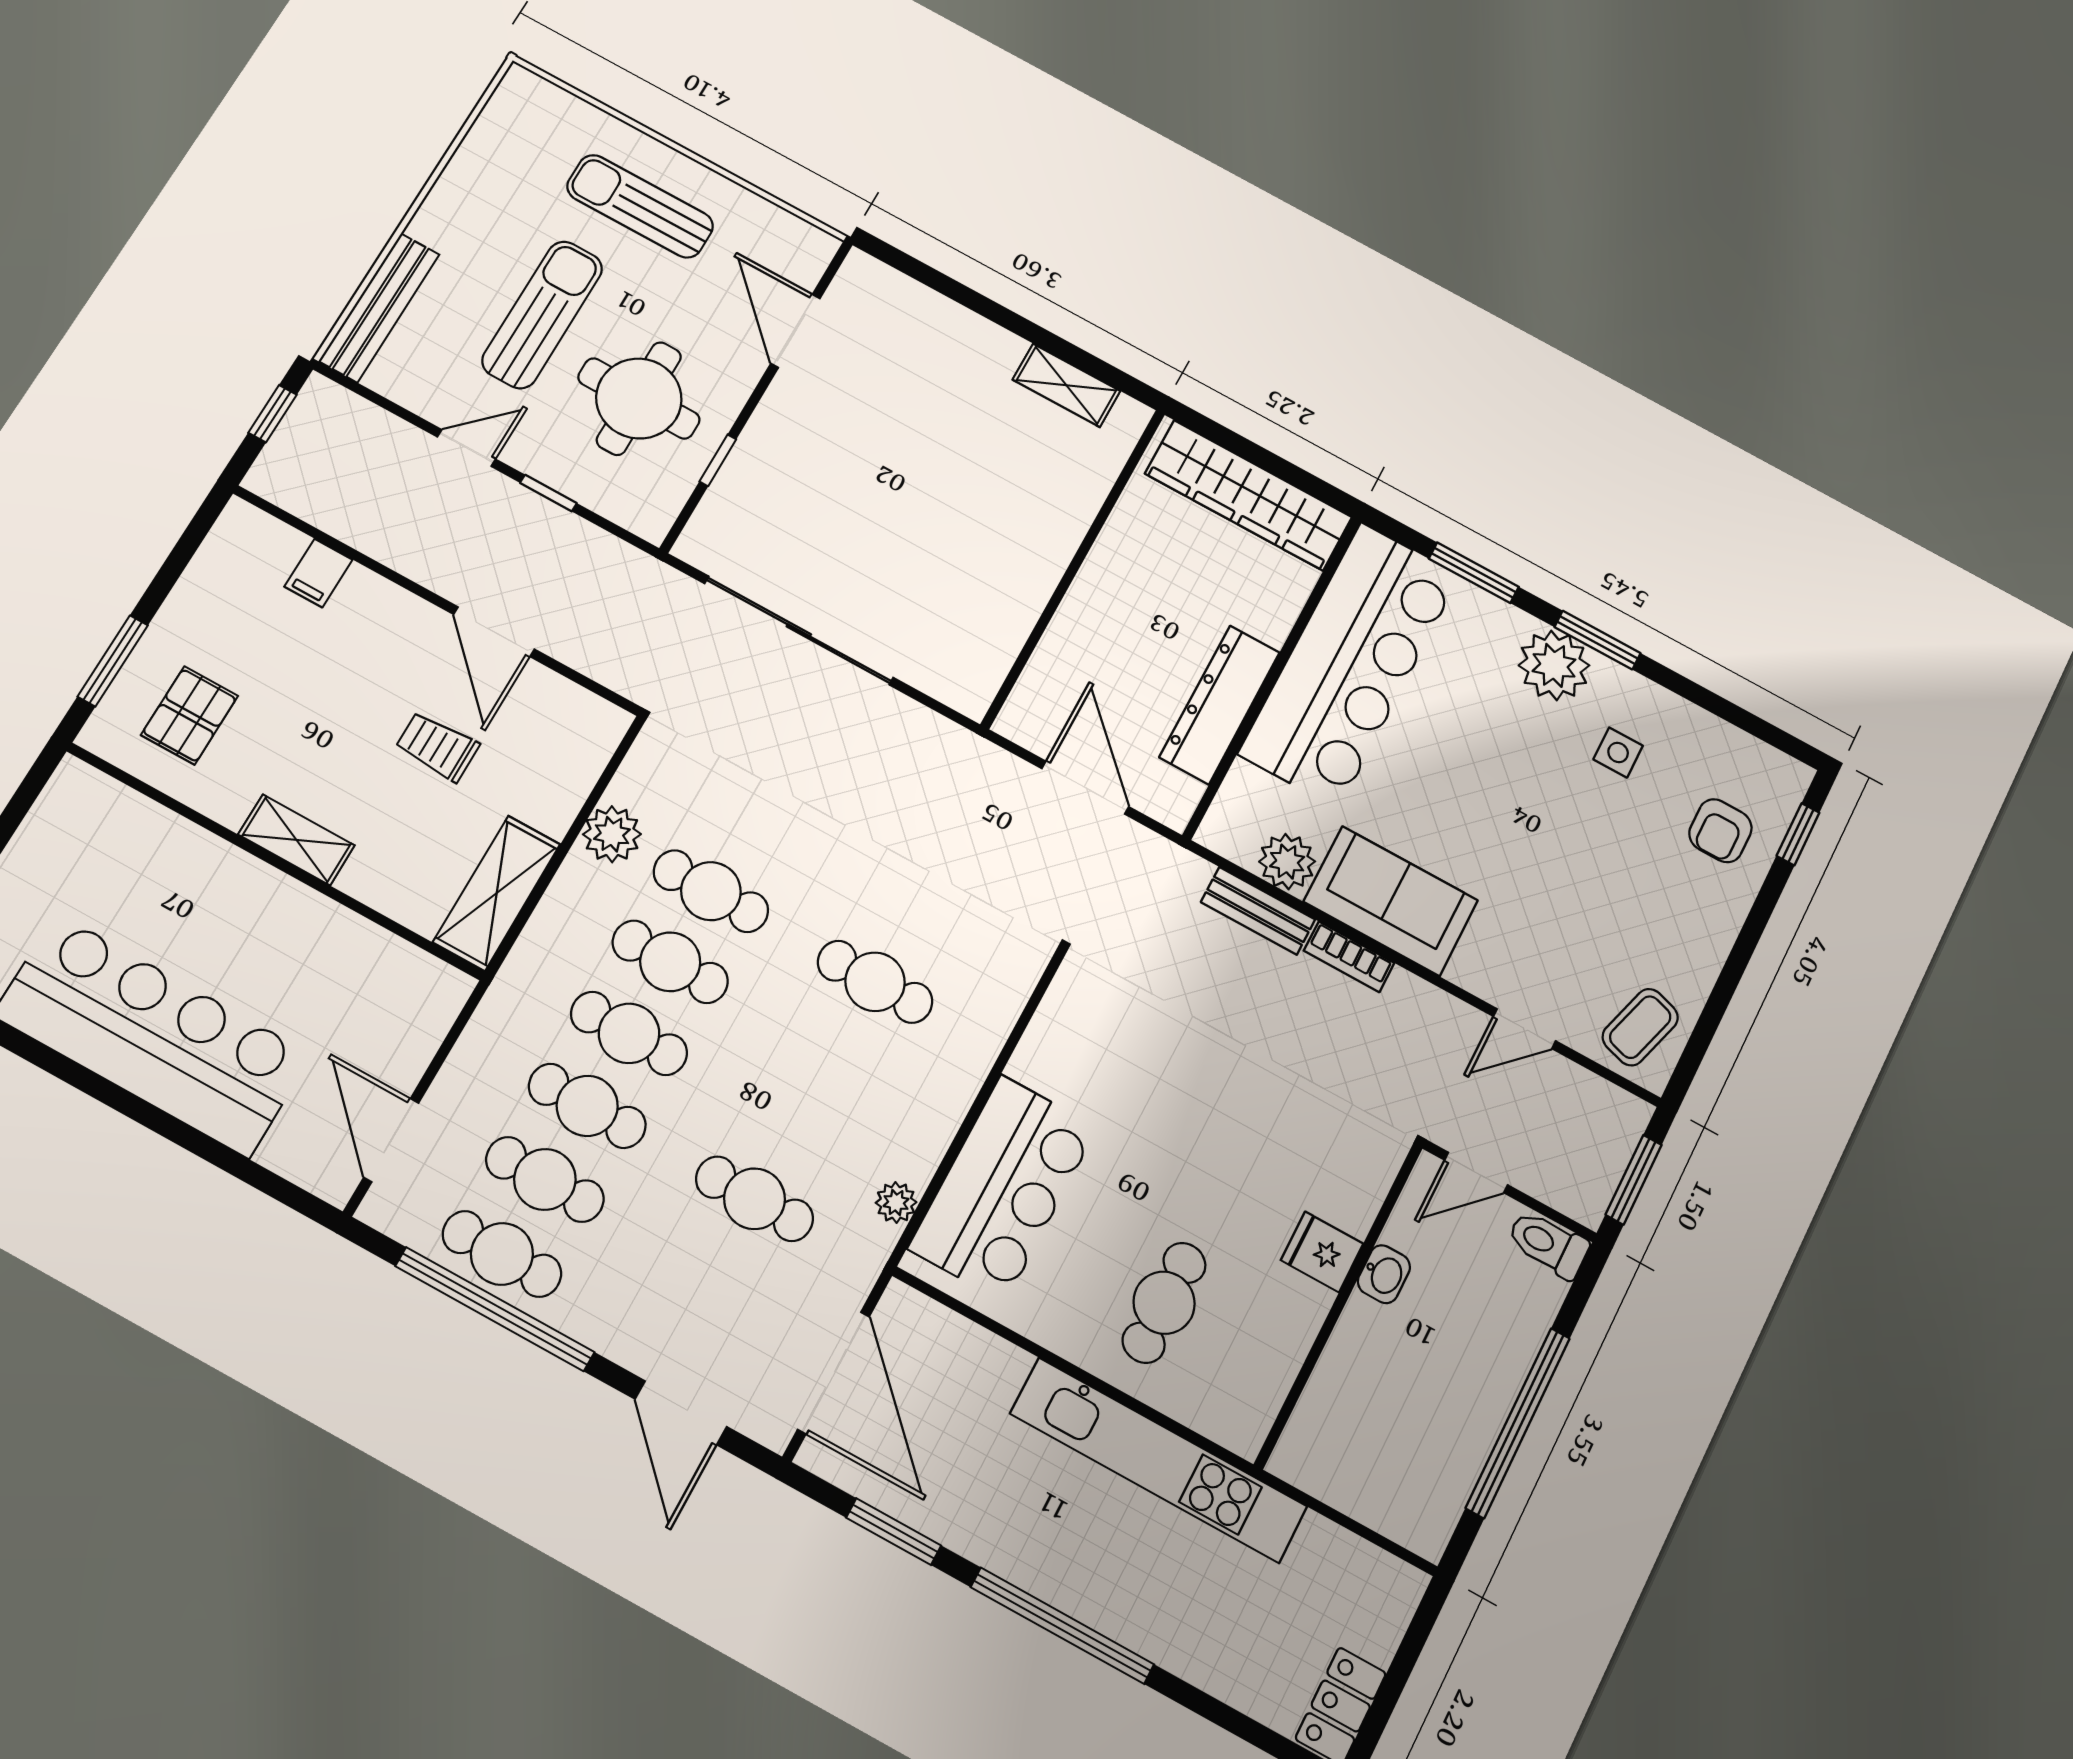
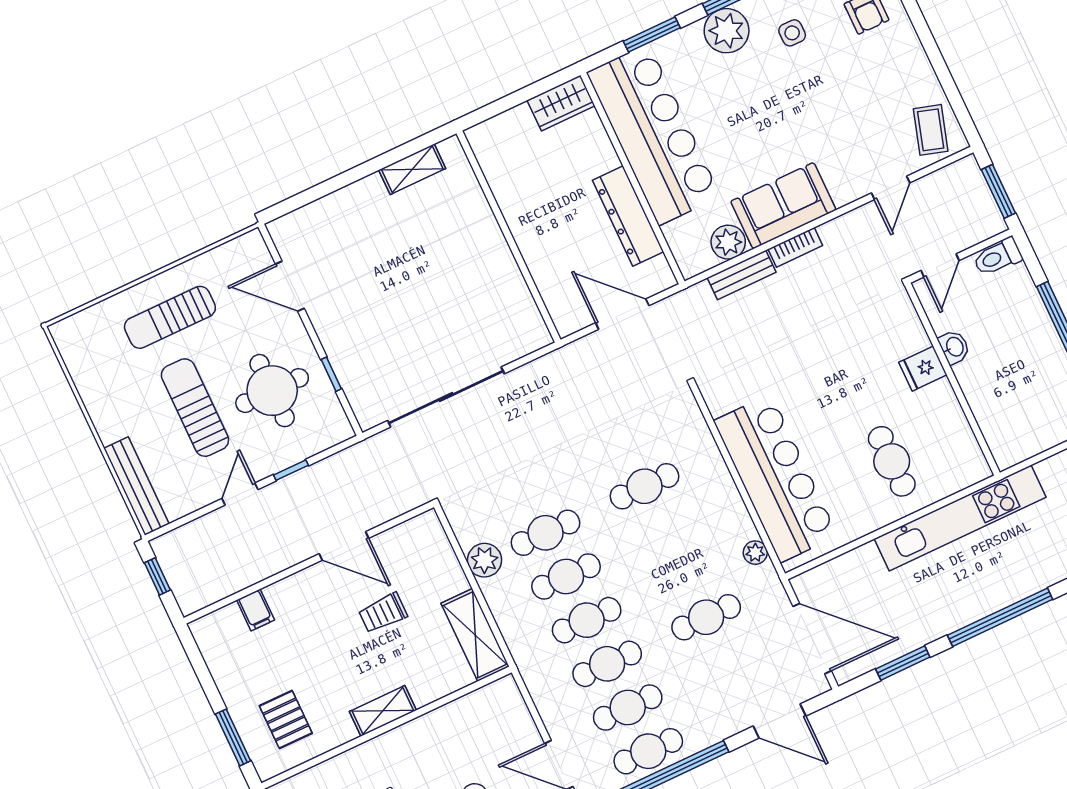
wardrobe: (1248, 495) -> (561, 103), width x0.48, depth x0.85
bar counter: (1003, 1188) -> (776, 478), width x1.36

